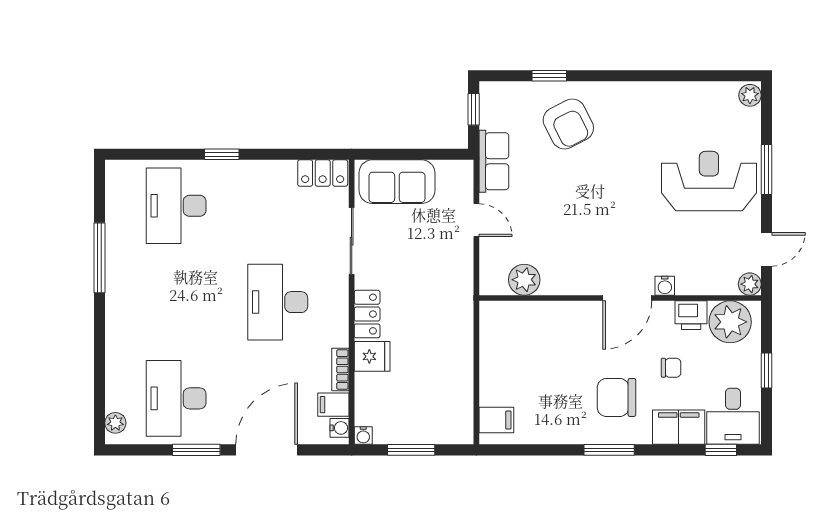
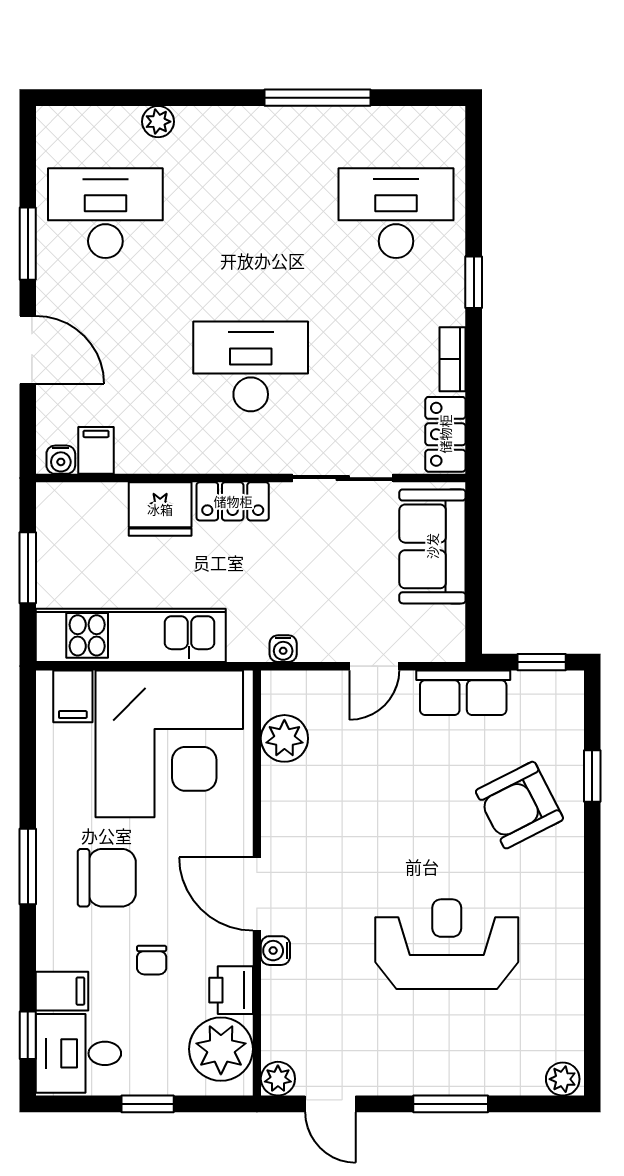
reception desk: (709, 181) -> (447, 944), moved, turned -90
fridge: (372, 356) -> (160, 509), width x1.38
corner desk: (528, 356) -> (169, 744), added
bookcase: (340, 369) -> (453, 359), moved, turned -90
kitchen unit: (456, 382) -> (131, 635), added
chair: (617, 397) -> (107, 878), turned 90
plant: (115, 423) -> (158, 122), moved
filing cabinet: (679, 427) -> (62, 991), width x0.50
water cooler: (363, 436) -> (283, 649), moved, turned -90
door: (267, 450) -> (28, 350), width x0.73

